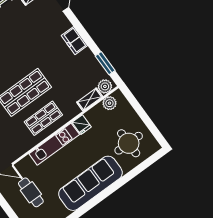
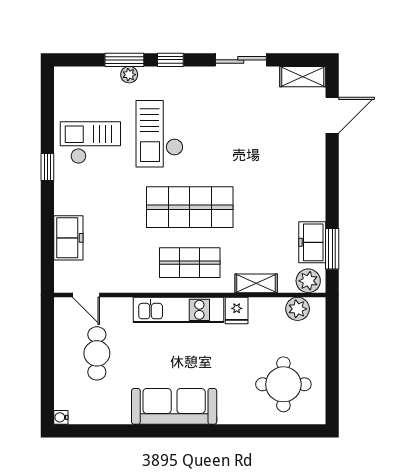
freezer: (74, 41) -> (312, 242), moved
shelving: (90, 99) -> (256, 283), moved
sofa: (90, 183) -> (174, 406), width x0.74, depth x0.79

